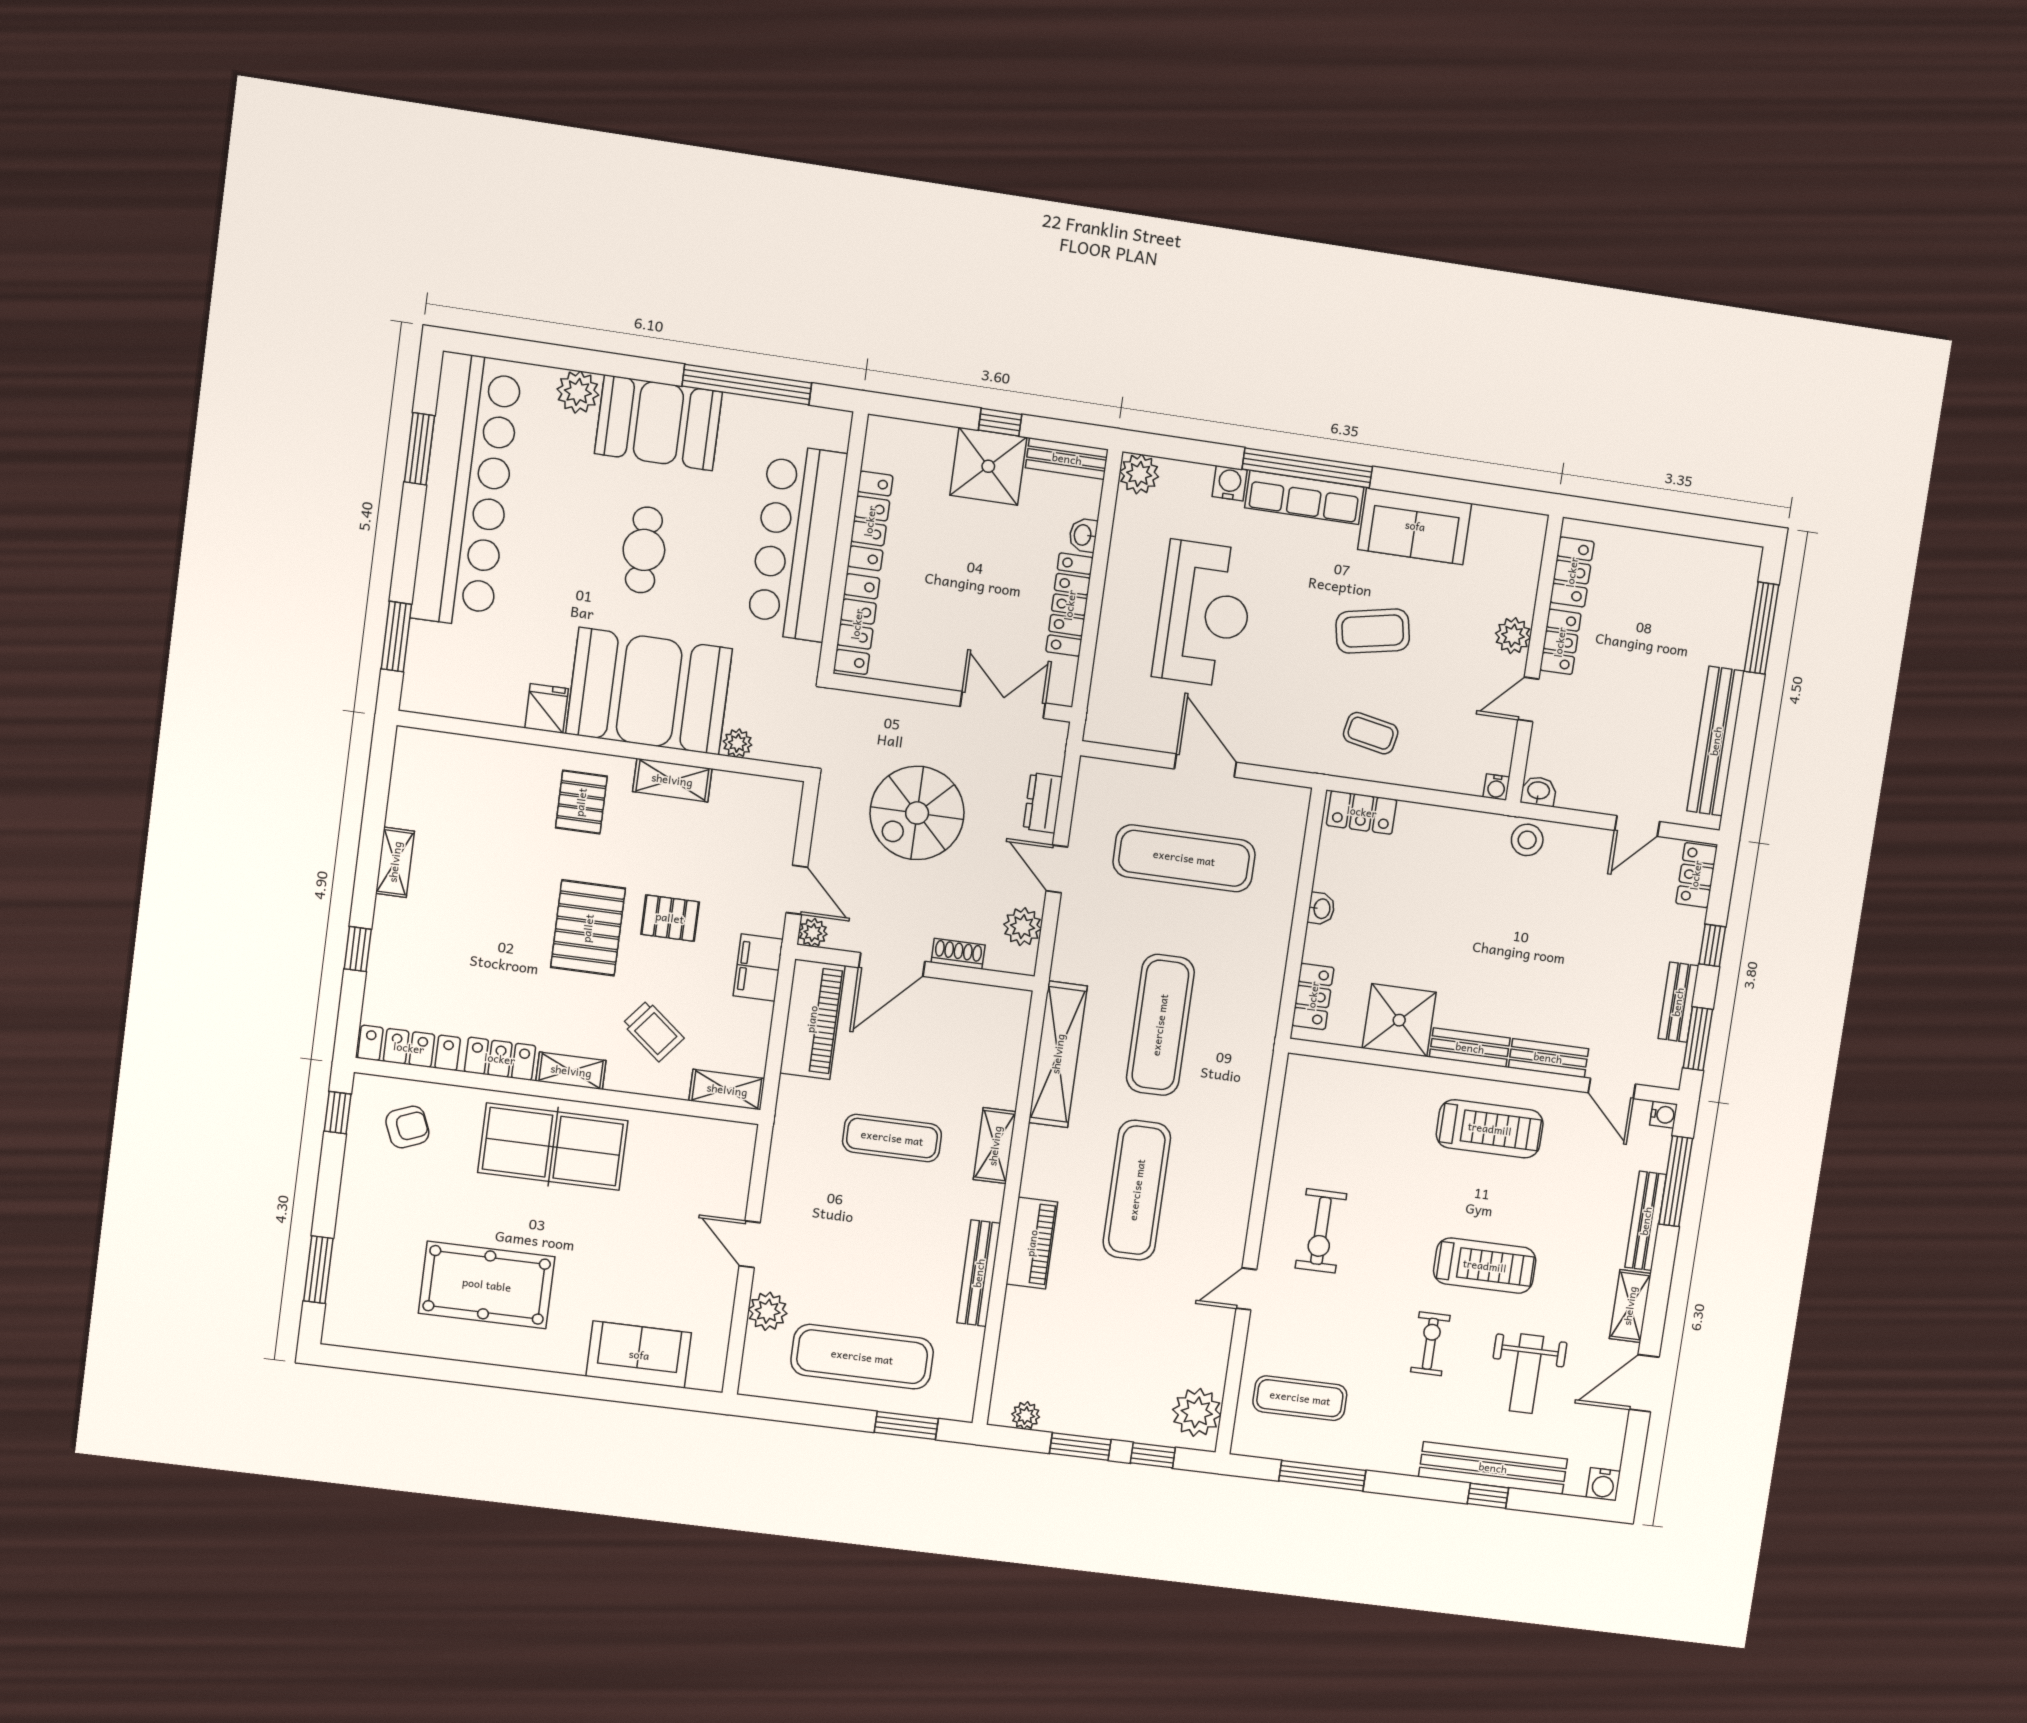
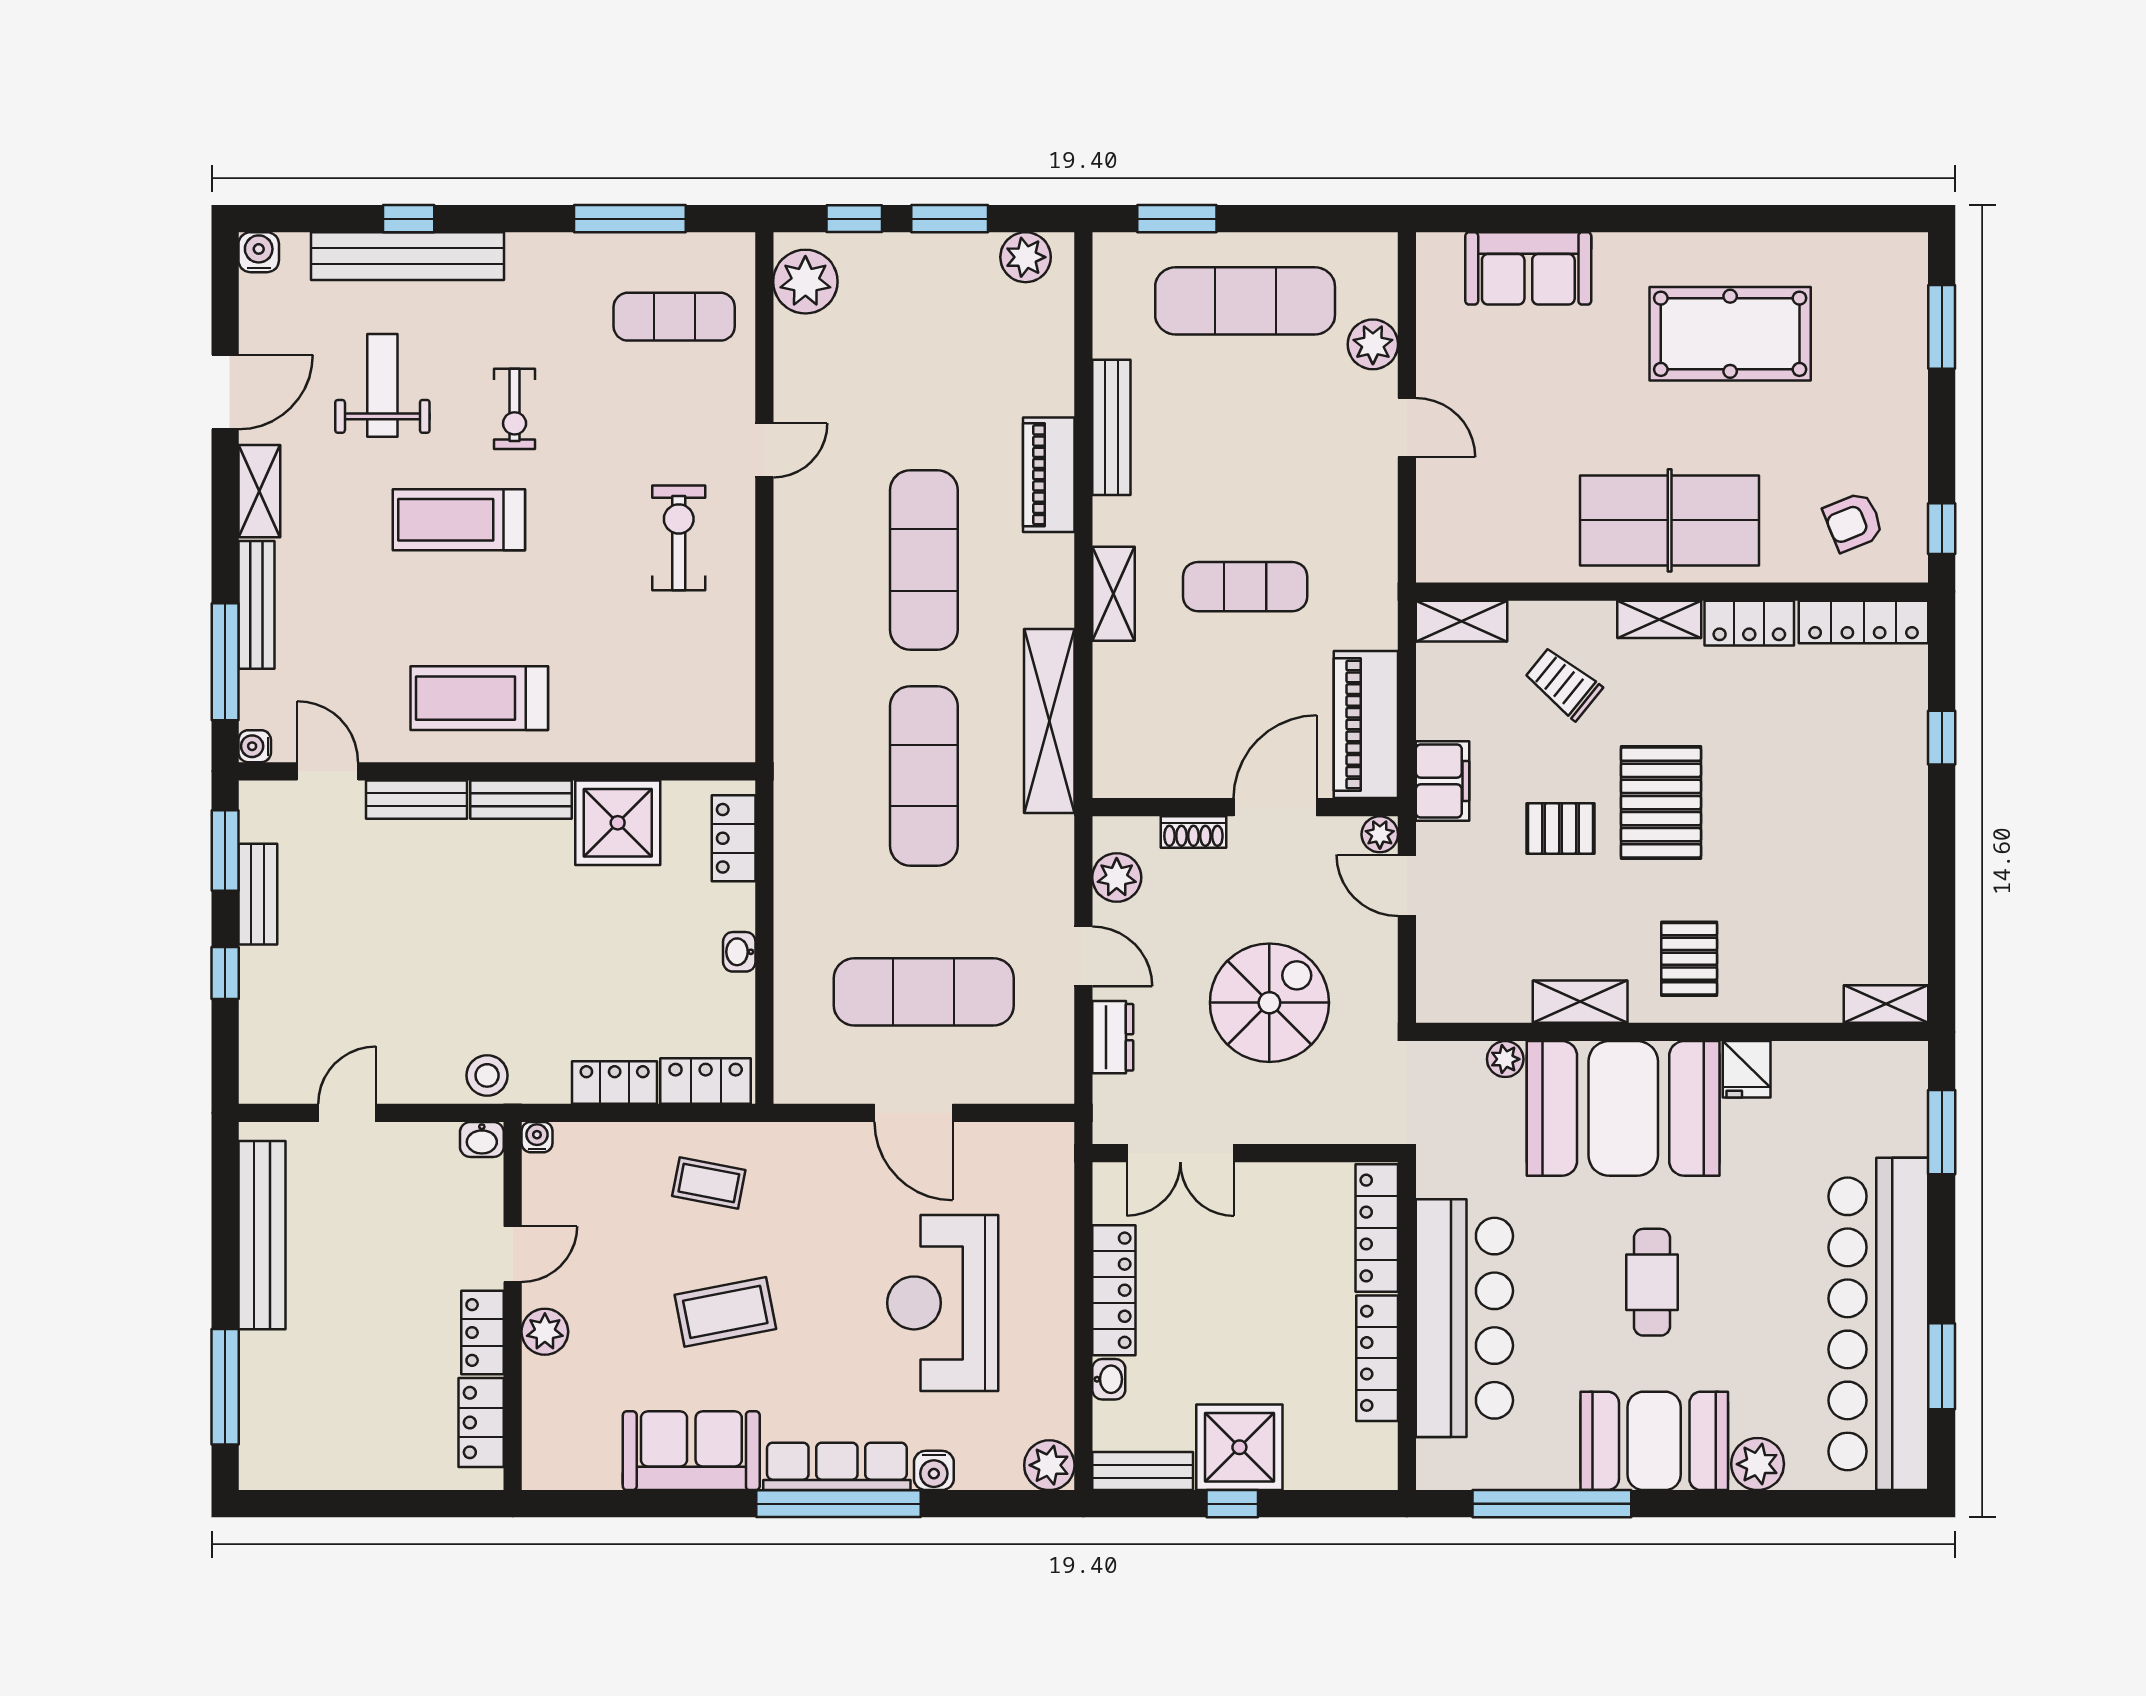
shelving: (395, 862) -> (1886, 1004), moved, turned 90
locker: (1696, 875) -> (615, 1082), moved, turned -90
plant: (1026, 1416) -> (1026, 257), width x1.38, depth x1.38

